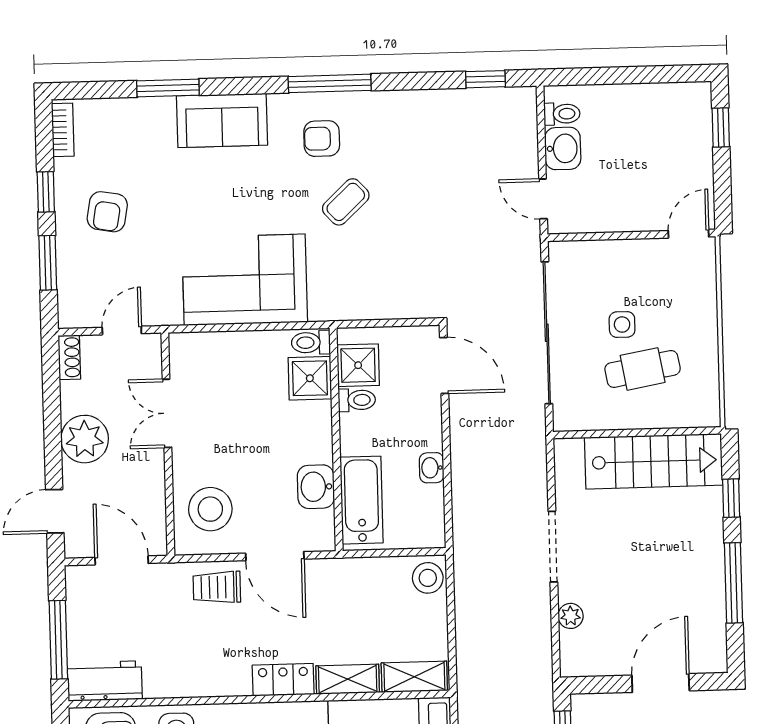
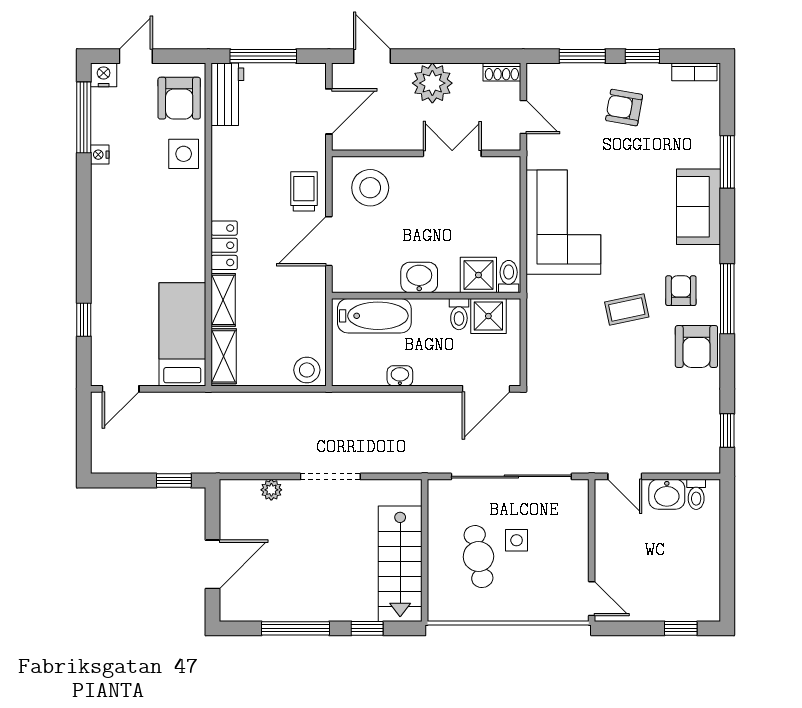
armchair: (387, 118) -> (696, 347), added
door: (543, 199) -> (625, 476), swing flipped
coffee table: (346, 202) -> (627, 310), turned -59
washbasin: (316, 487) -> (419, 277), moved
door: (661, 683) -> (212, 564), hinge flipped

